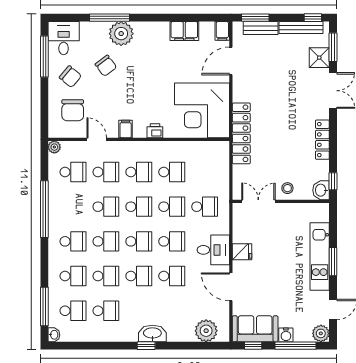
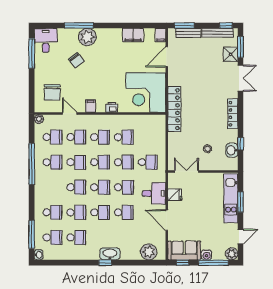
chair: (70, 77) -> (51, 68), removed
double door: (258, 201) -> (187, 171), moved
wall: (281, 201) -> (203, 171), moved
school desk: (73, 241) -> (52, 162), moved

